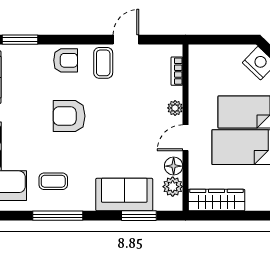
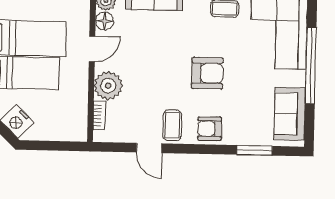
door: (126, 40) -> (149, 148), hinge flipped
plant: (175, 108) -> (108, 86), width x1.88, depth x1.88

